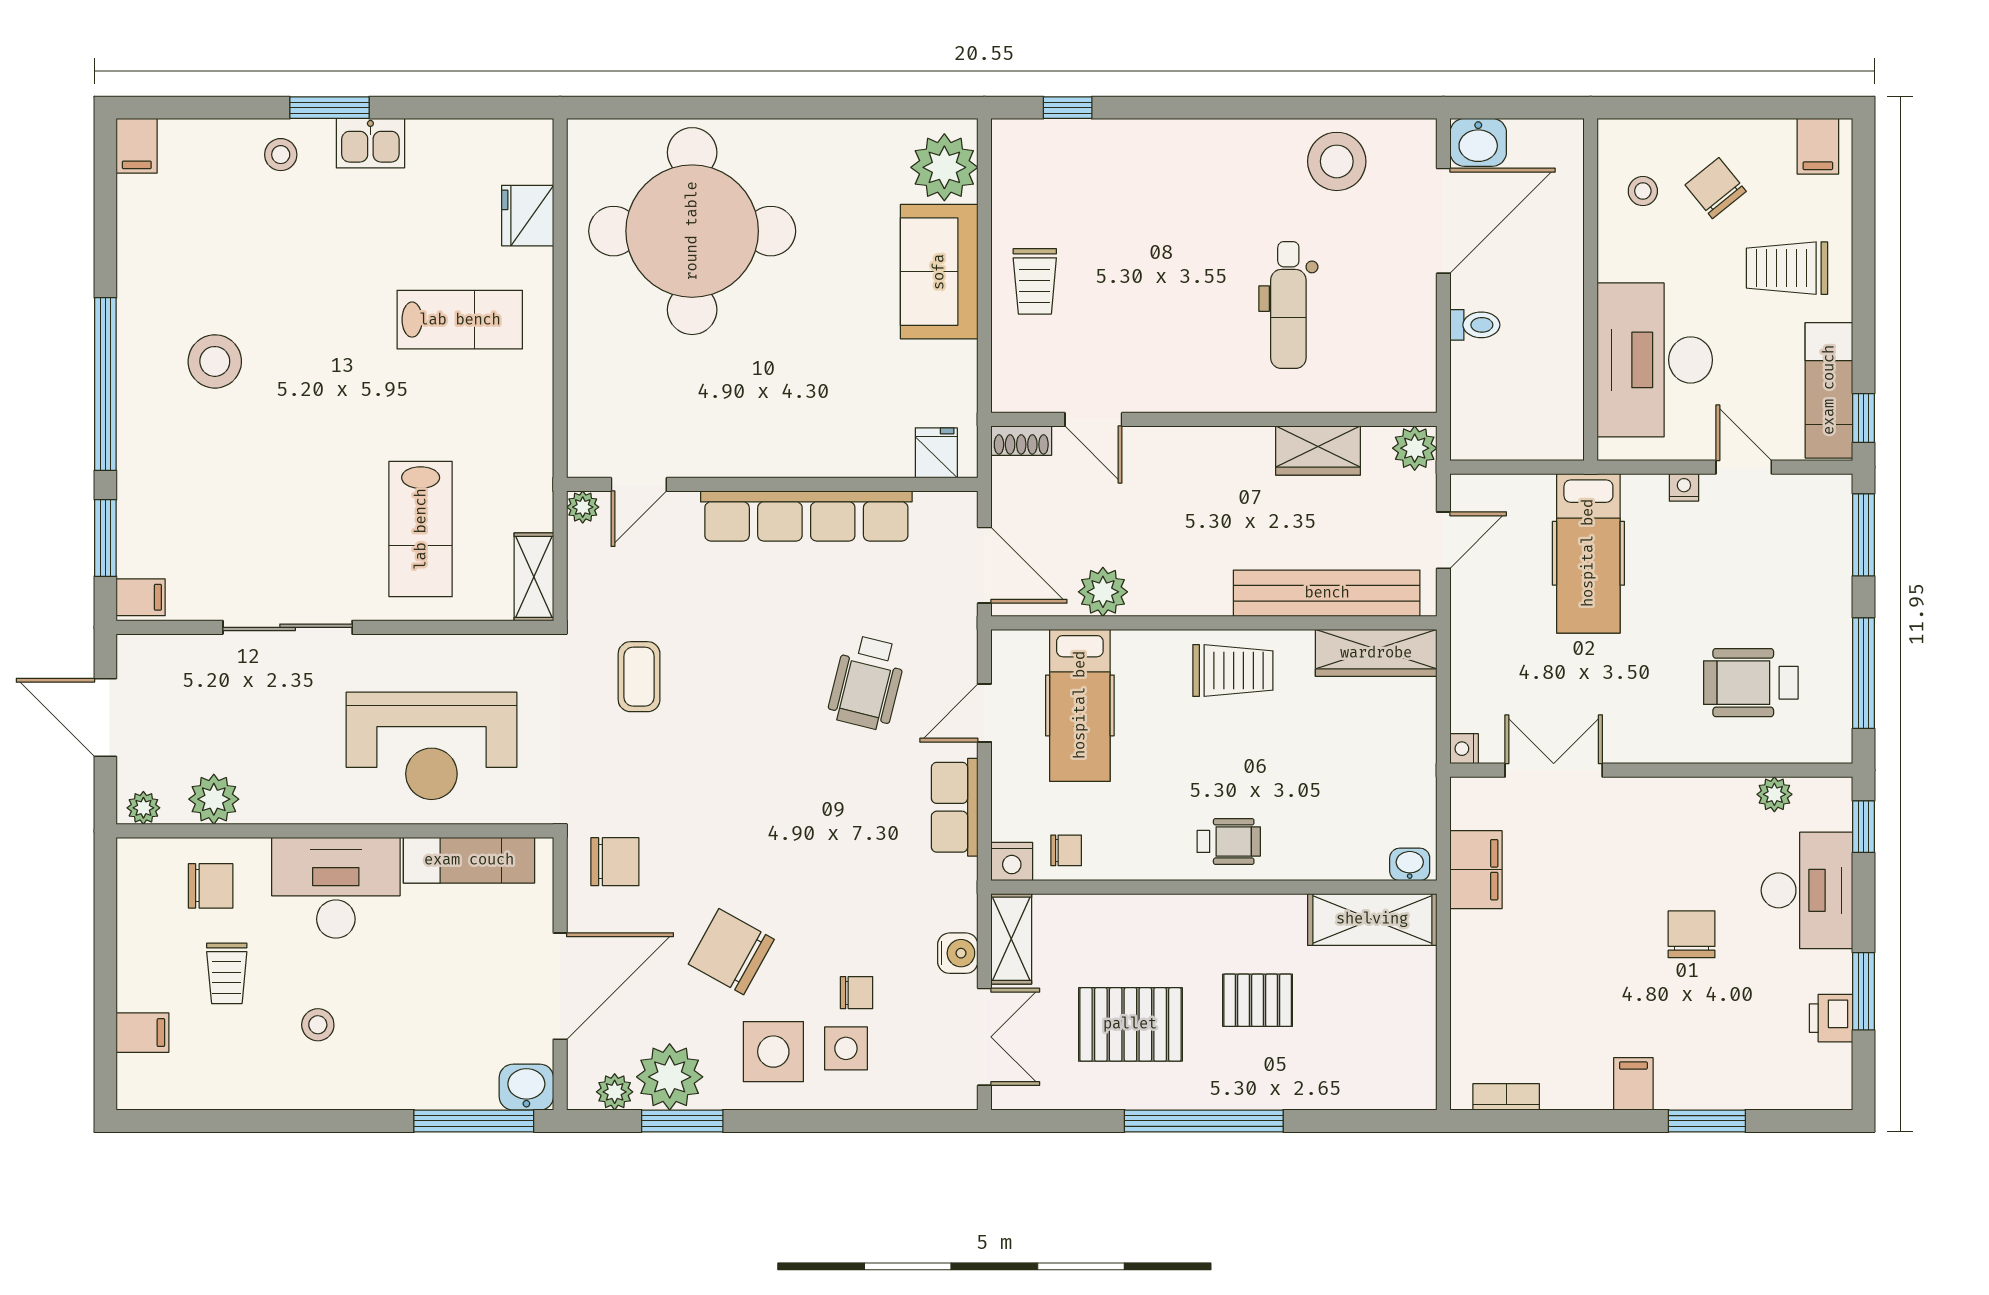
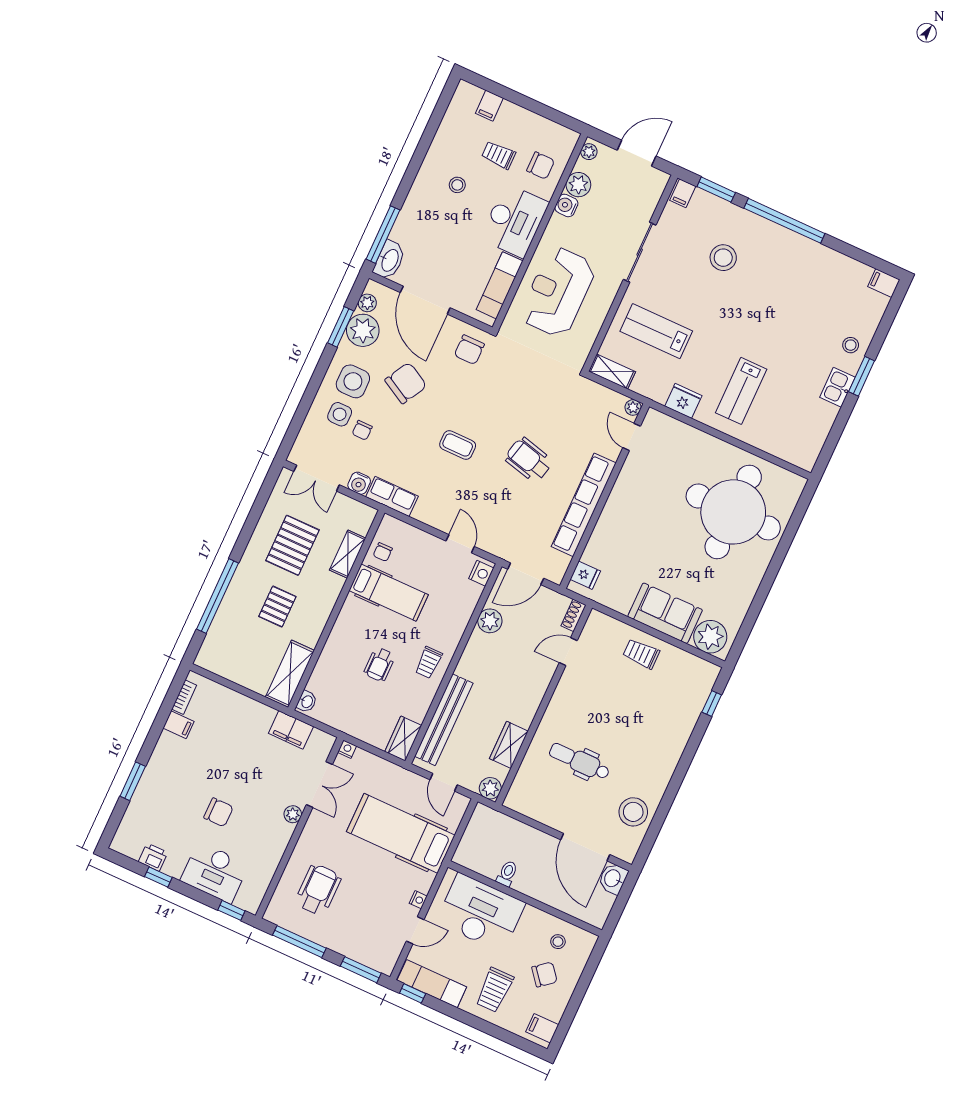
fridge: (528, 216) -> (683, 401), moved
trolley: (1787, 268) -> (495, 990), turned 180
toilet: (1475, 325) -> (507, 874), moved, turned 180
stool: (215, 361) -> (723, 258), moved
hospital bed: (1588, 553) -> (401, 833), width x1.37, depth x1.29
wardrobe: (1376, 653) -> (403, 739), width x0.67
trolley: (1233, 670) -> (429, 663), width x0.73, depth x0.72
coffee table: (639, 677) -> (458, 445), moved
wheelchair: (867, 683) -> (529, 460), moved
hospital bed: (1080, 705) -> (389, 593), moved, turned 180
plant: (1774, 794) -> (293, 814), moved
water cooler: (263, 804) -> (566, 205), added
row of seats: (955, 807) -> (392, 496), moved
wheelchair: (1229, 841) -> (380, 664), moved
nightstand: (1012, 861) -> (481, 573), moved, turned 180
chair: (211, 886) -> (541, 166), turned -90
shelving: (1011, 939) -> (348, 554), moved, turned 90
window: (1864, 991) -> (158, 877), width x0.67
filing cabinet: (1633, 1084) -> (178, 725), moved
washbasin: (526, 1087) -> (389, 260), width x1.38
window: (1204, 1121) -> (217, 596), moved

